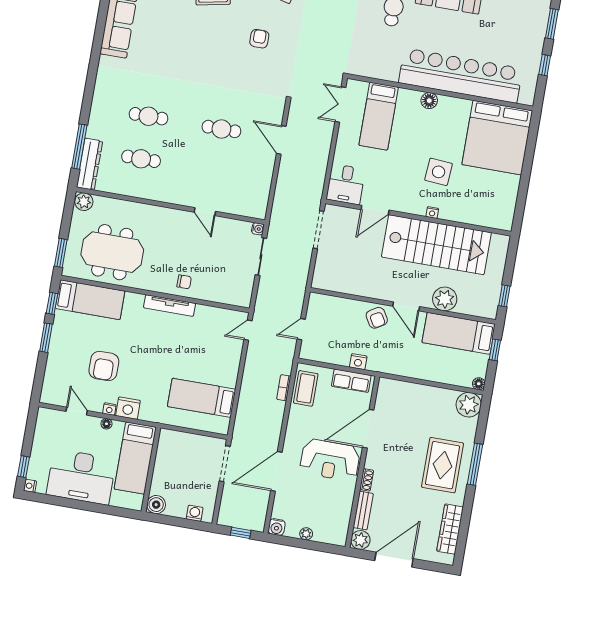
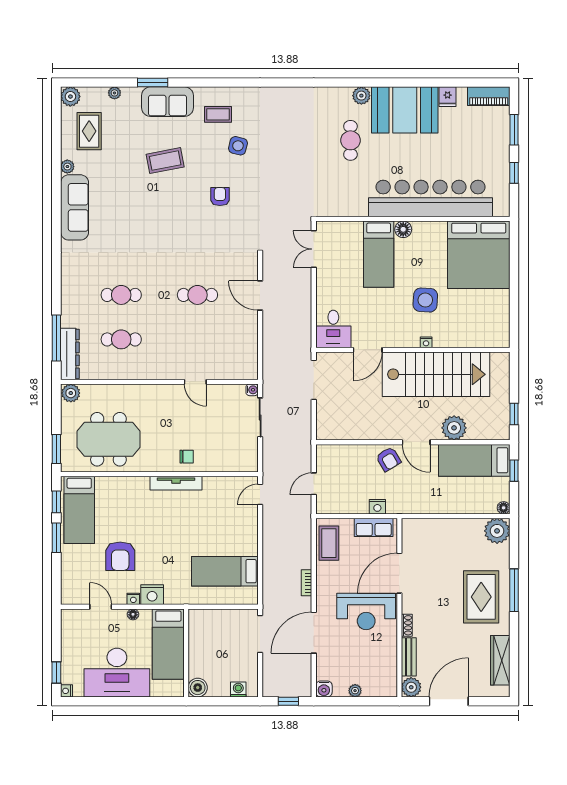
bed: (379, 116) -> (379, 254), moved
bed: (90, 300) -> (79, 510), moved, turned 90
bookcase: (284, 388) -> (307, 583), moved

